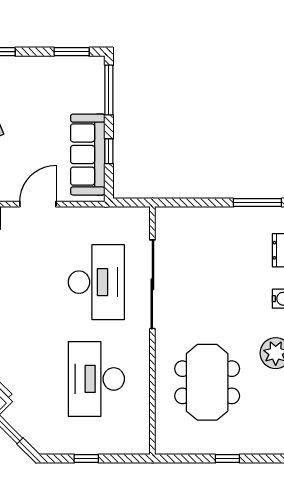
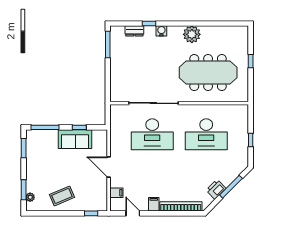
sofa: (88, 155) -> (75, 139), width x0.73
desk: (96, 282) -> (152, 134), turned 180
meeting table: (207, 382) -> (208, 73), width x1.36

